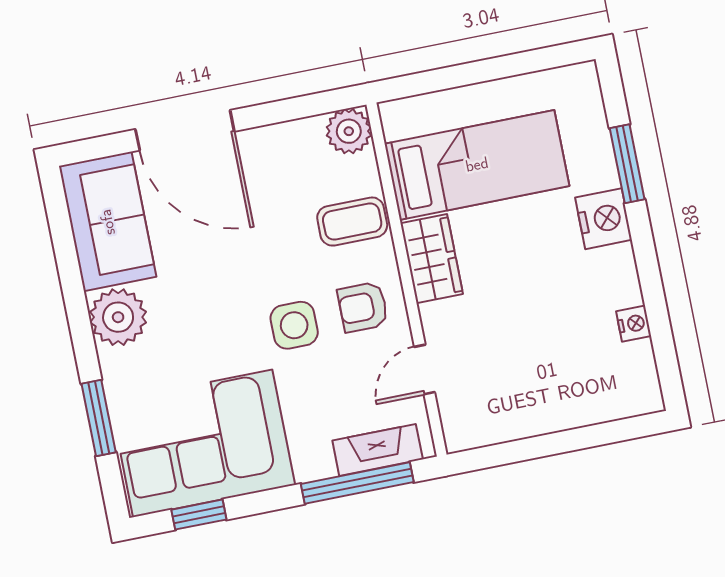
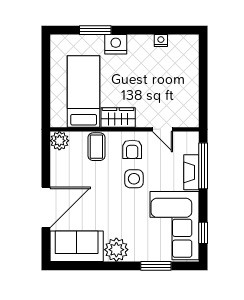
fireplace: (378, 450) -> (191, 172), moved

